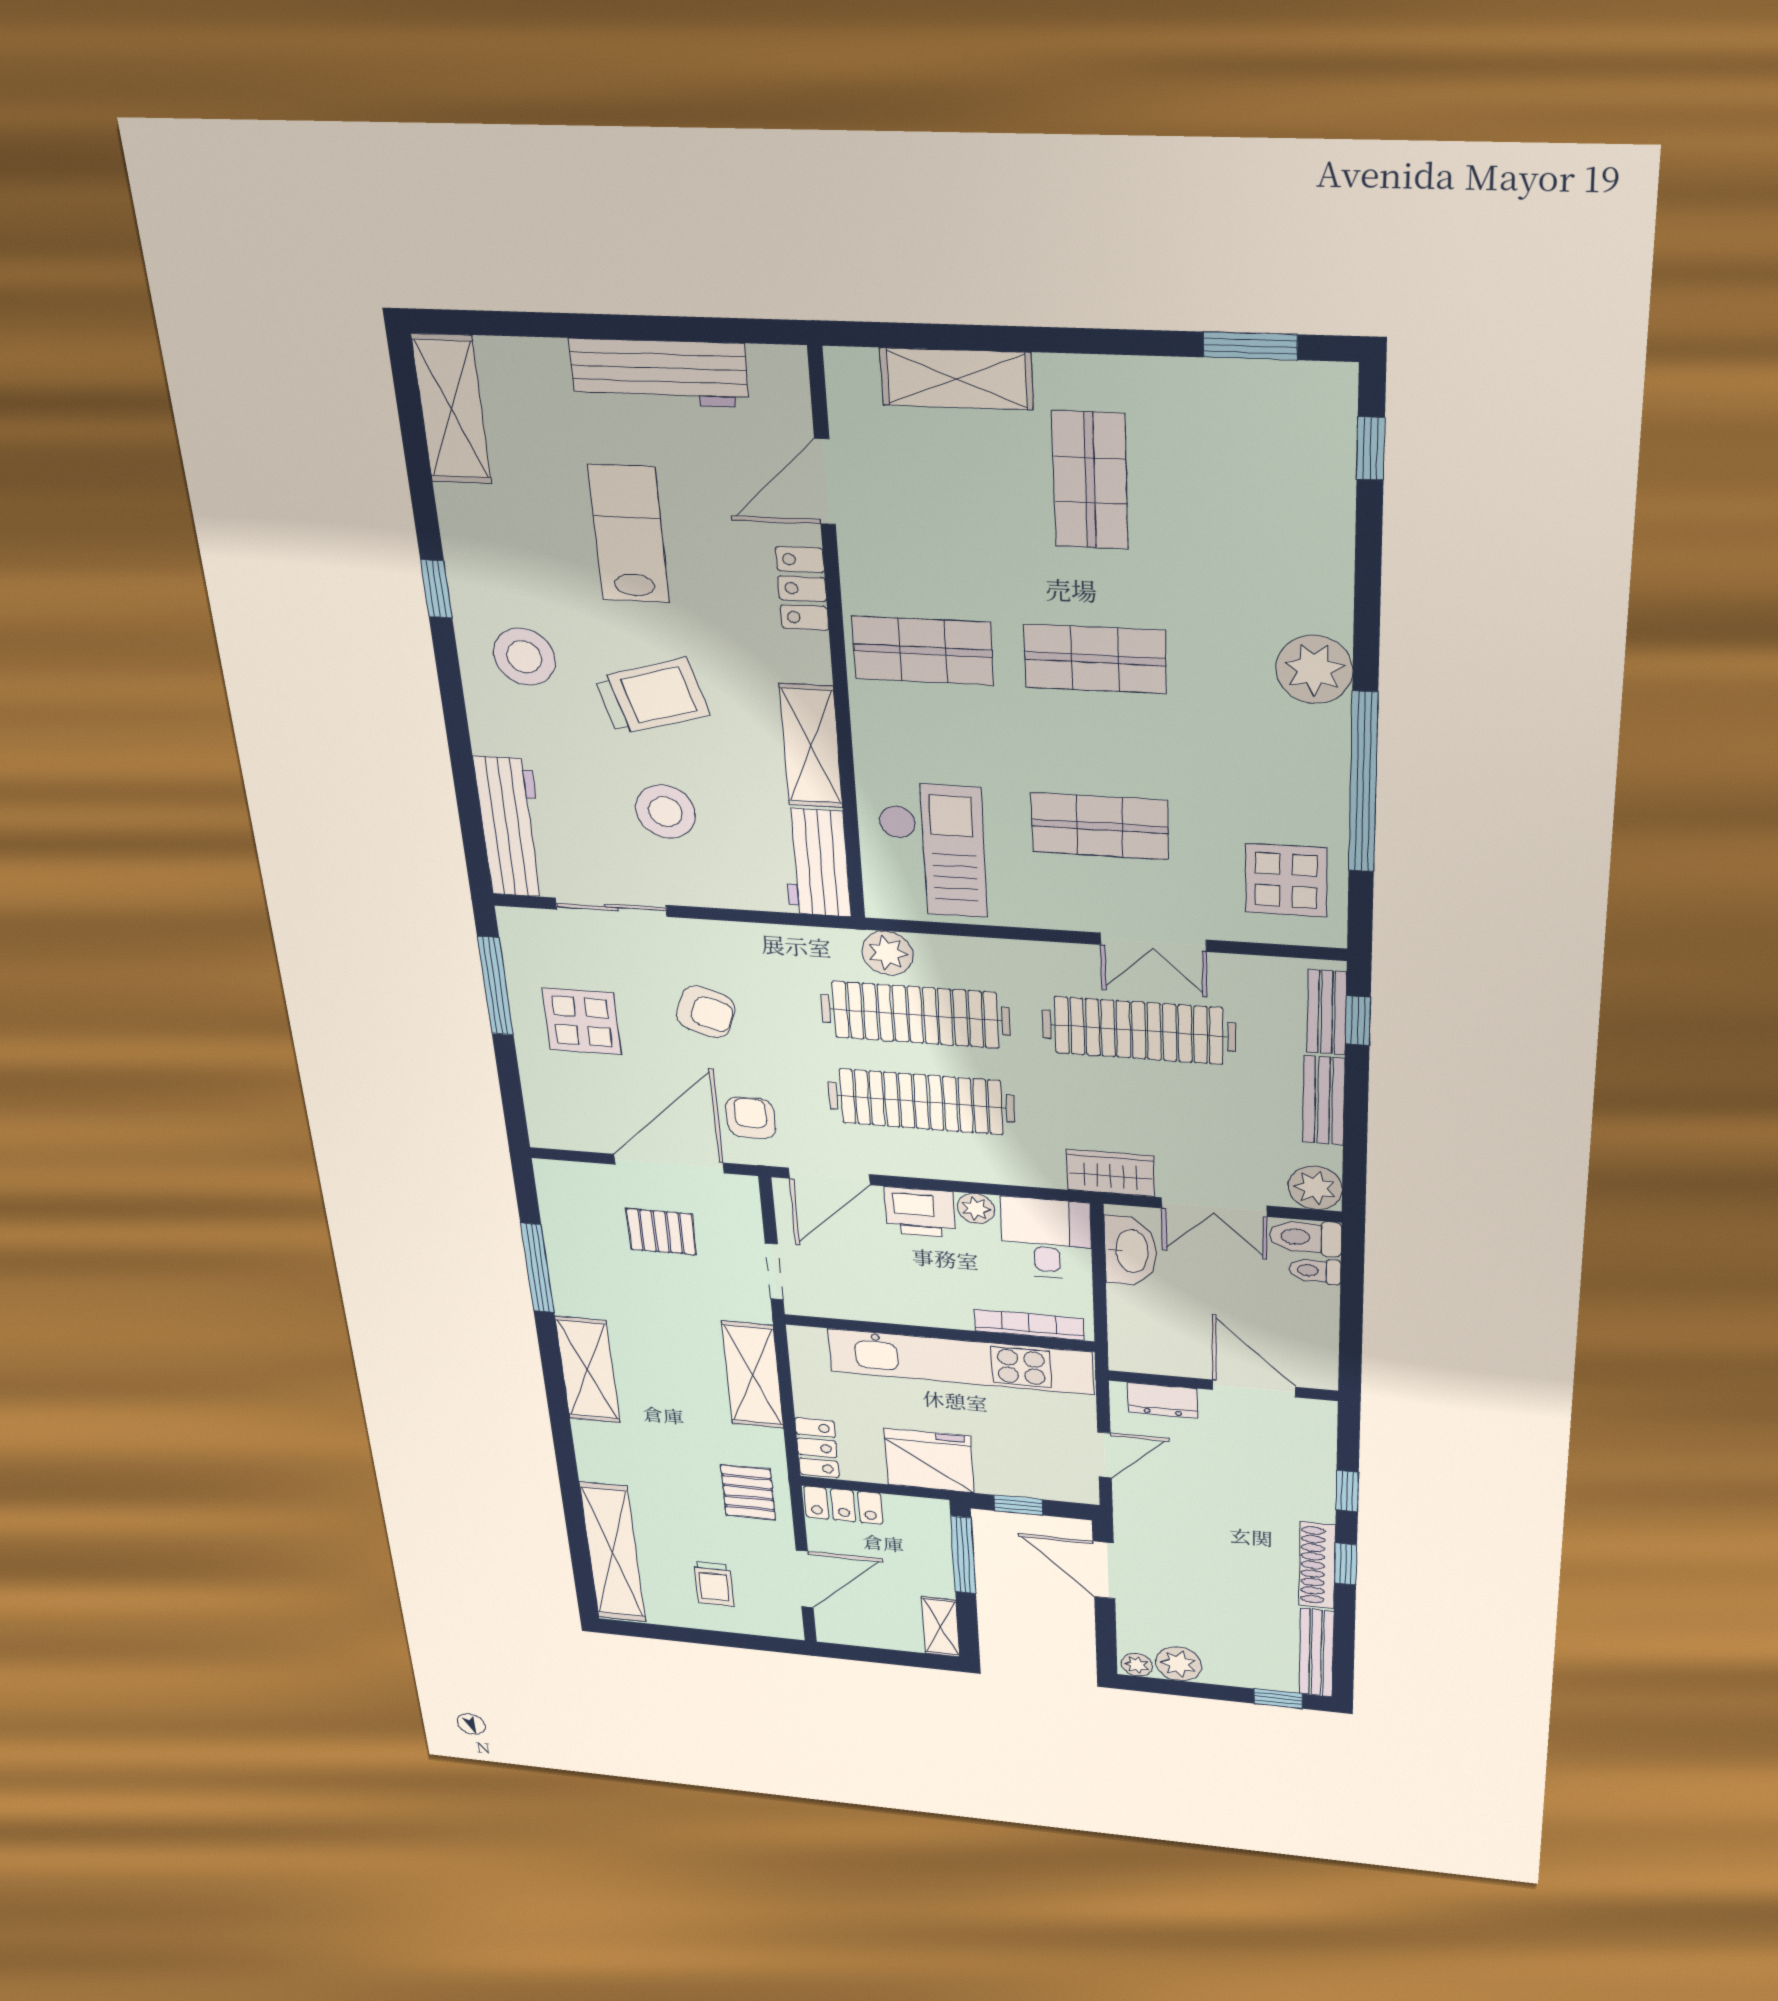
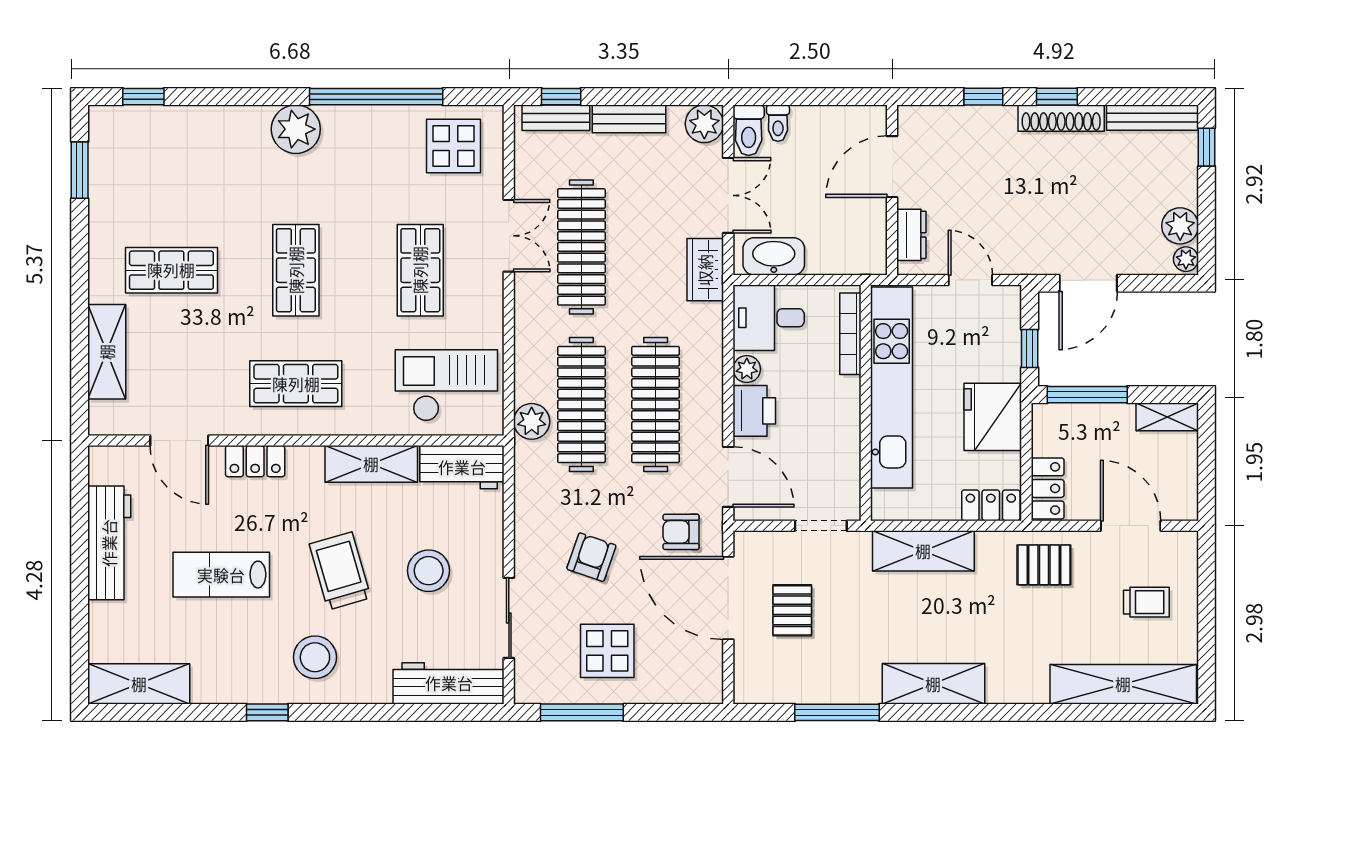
shop shelf: (923, 651) -> (296, 384), turned 90

